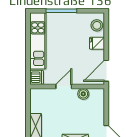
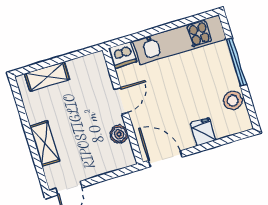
stool: (97, 25) -> (233, 100), moved
door: (64, 87) -> (121, 101), hinge flipped

